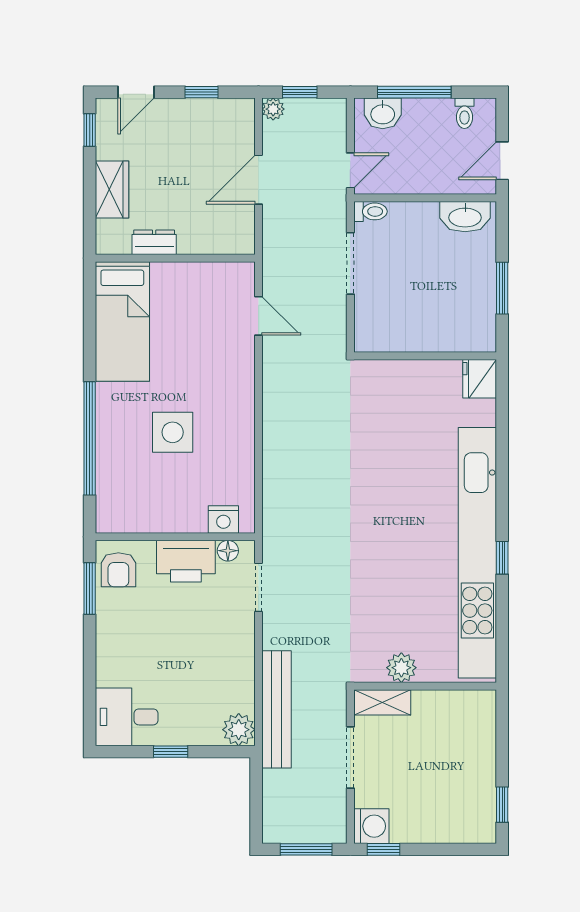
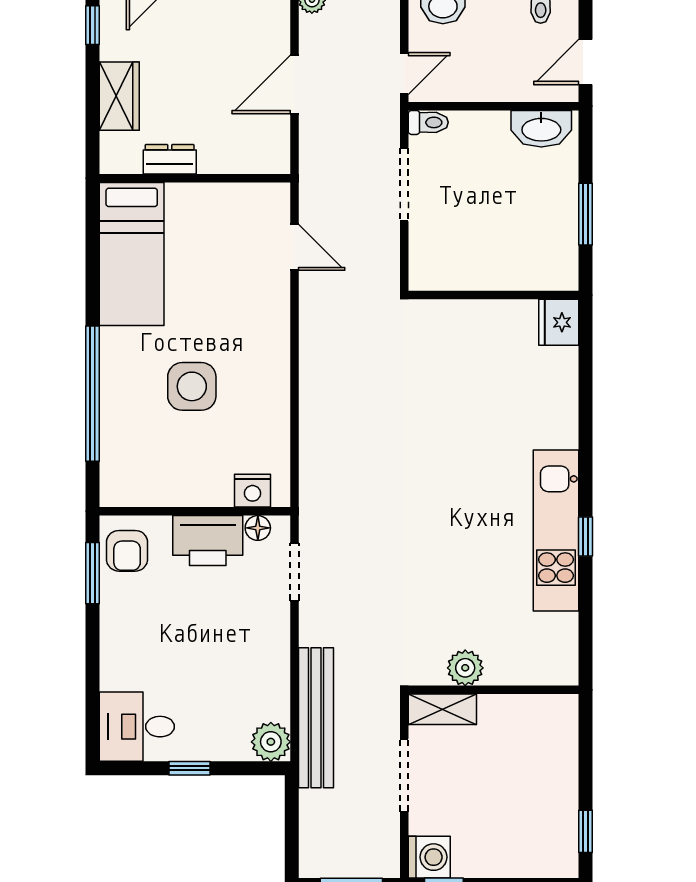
kitchen unit: (477, 553) -> (556, 530), width x0.54

